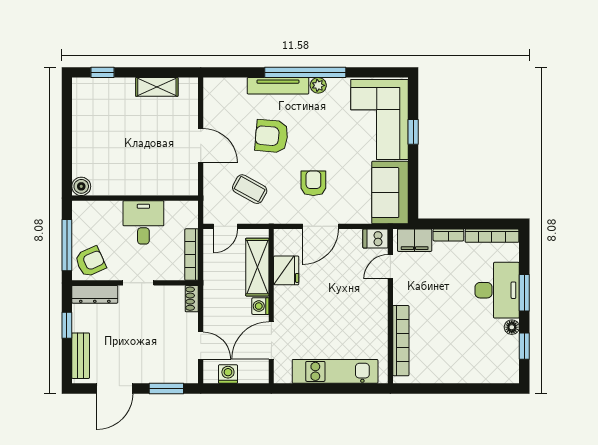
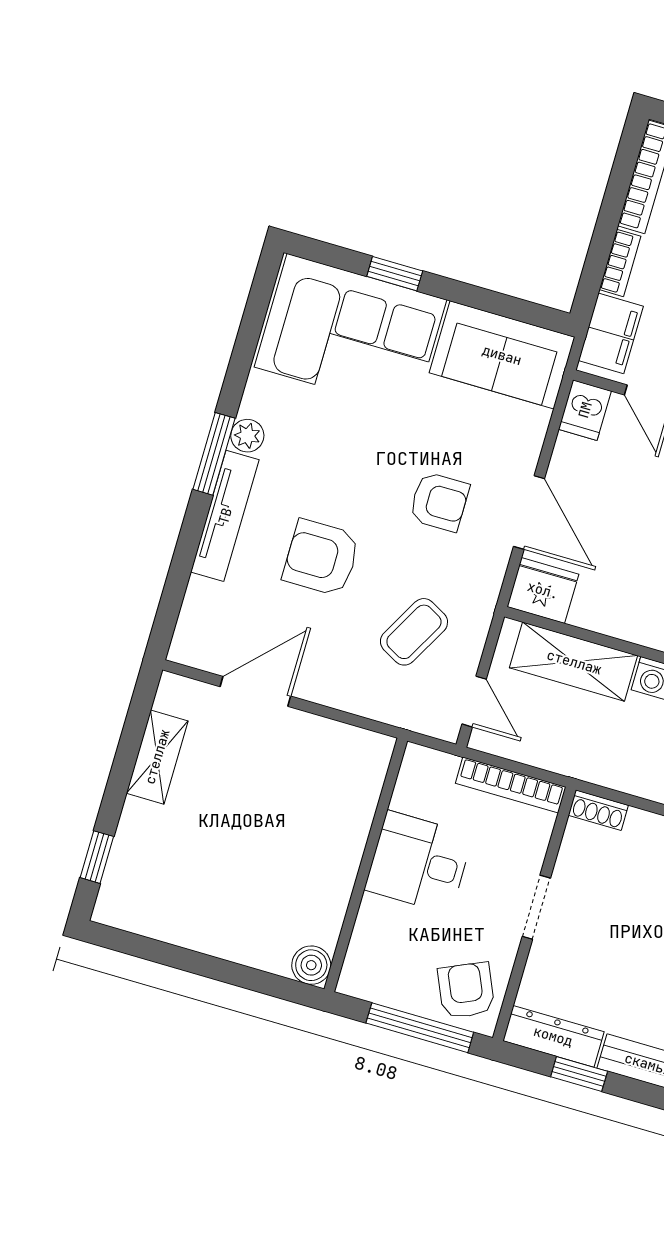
window: (305, 72) -> (214, 454), width x0.47
armchair: (272, 136) -> (321, 558), turned 85
door: (201, 146) -> (255, 691), moved
armchair: (313, 183) -> (439, 502), turned 180
fridge: (286, 270) -> (543, 590), moved
dresser: (95, 294) -> (553, 1036), moved, turned -90

